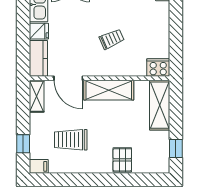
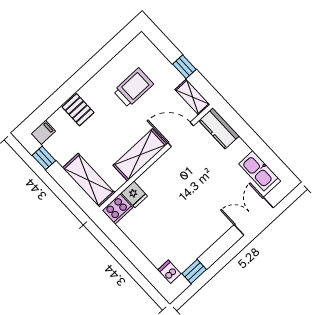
fridge: (39, 31) -> (134, 194), moved, turned -90
trolley: (112, 39) -> (175, 197), removed
window: (23, 144) -> (184, 67), moved
filing cabinet: (39, 166) -> (43, 132), moved, turned 180

